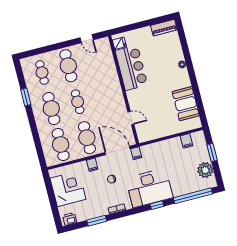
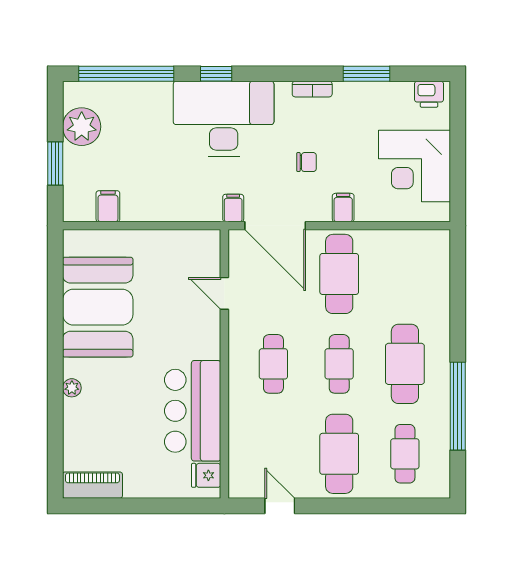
window: (26, 97) -> (458, 406), width x2.11
booth: (186, 104) -> (98, 307), width x1.36, depth x1.42
cafe table: (61, 145) -> (273, 364), moved, width x0.73, depth x0.74

